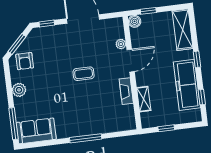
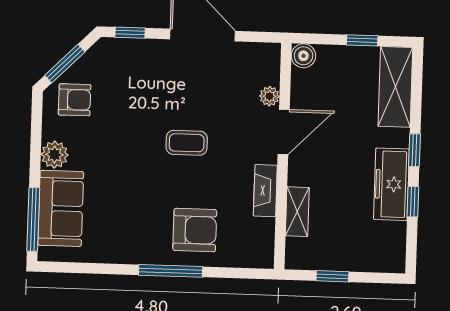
window: (148, 11) -> (362, 40), moved
armchair: (25, 61) -> (75, 100), turned -90
freezer: (187, 85) -> (391, 184), width x0.73, depth x0.79
window: (202, 97) -> (413, 202), moved
armchair: (94, 116) -> (195, 230), added
sofa: (36, 131) -> (61, 208), moved, turned 90

